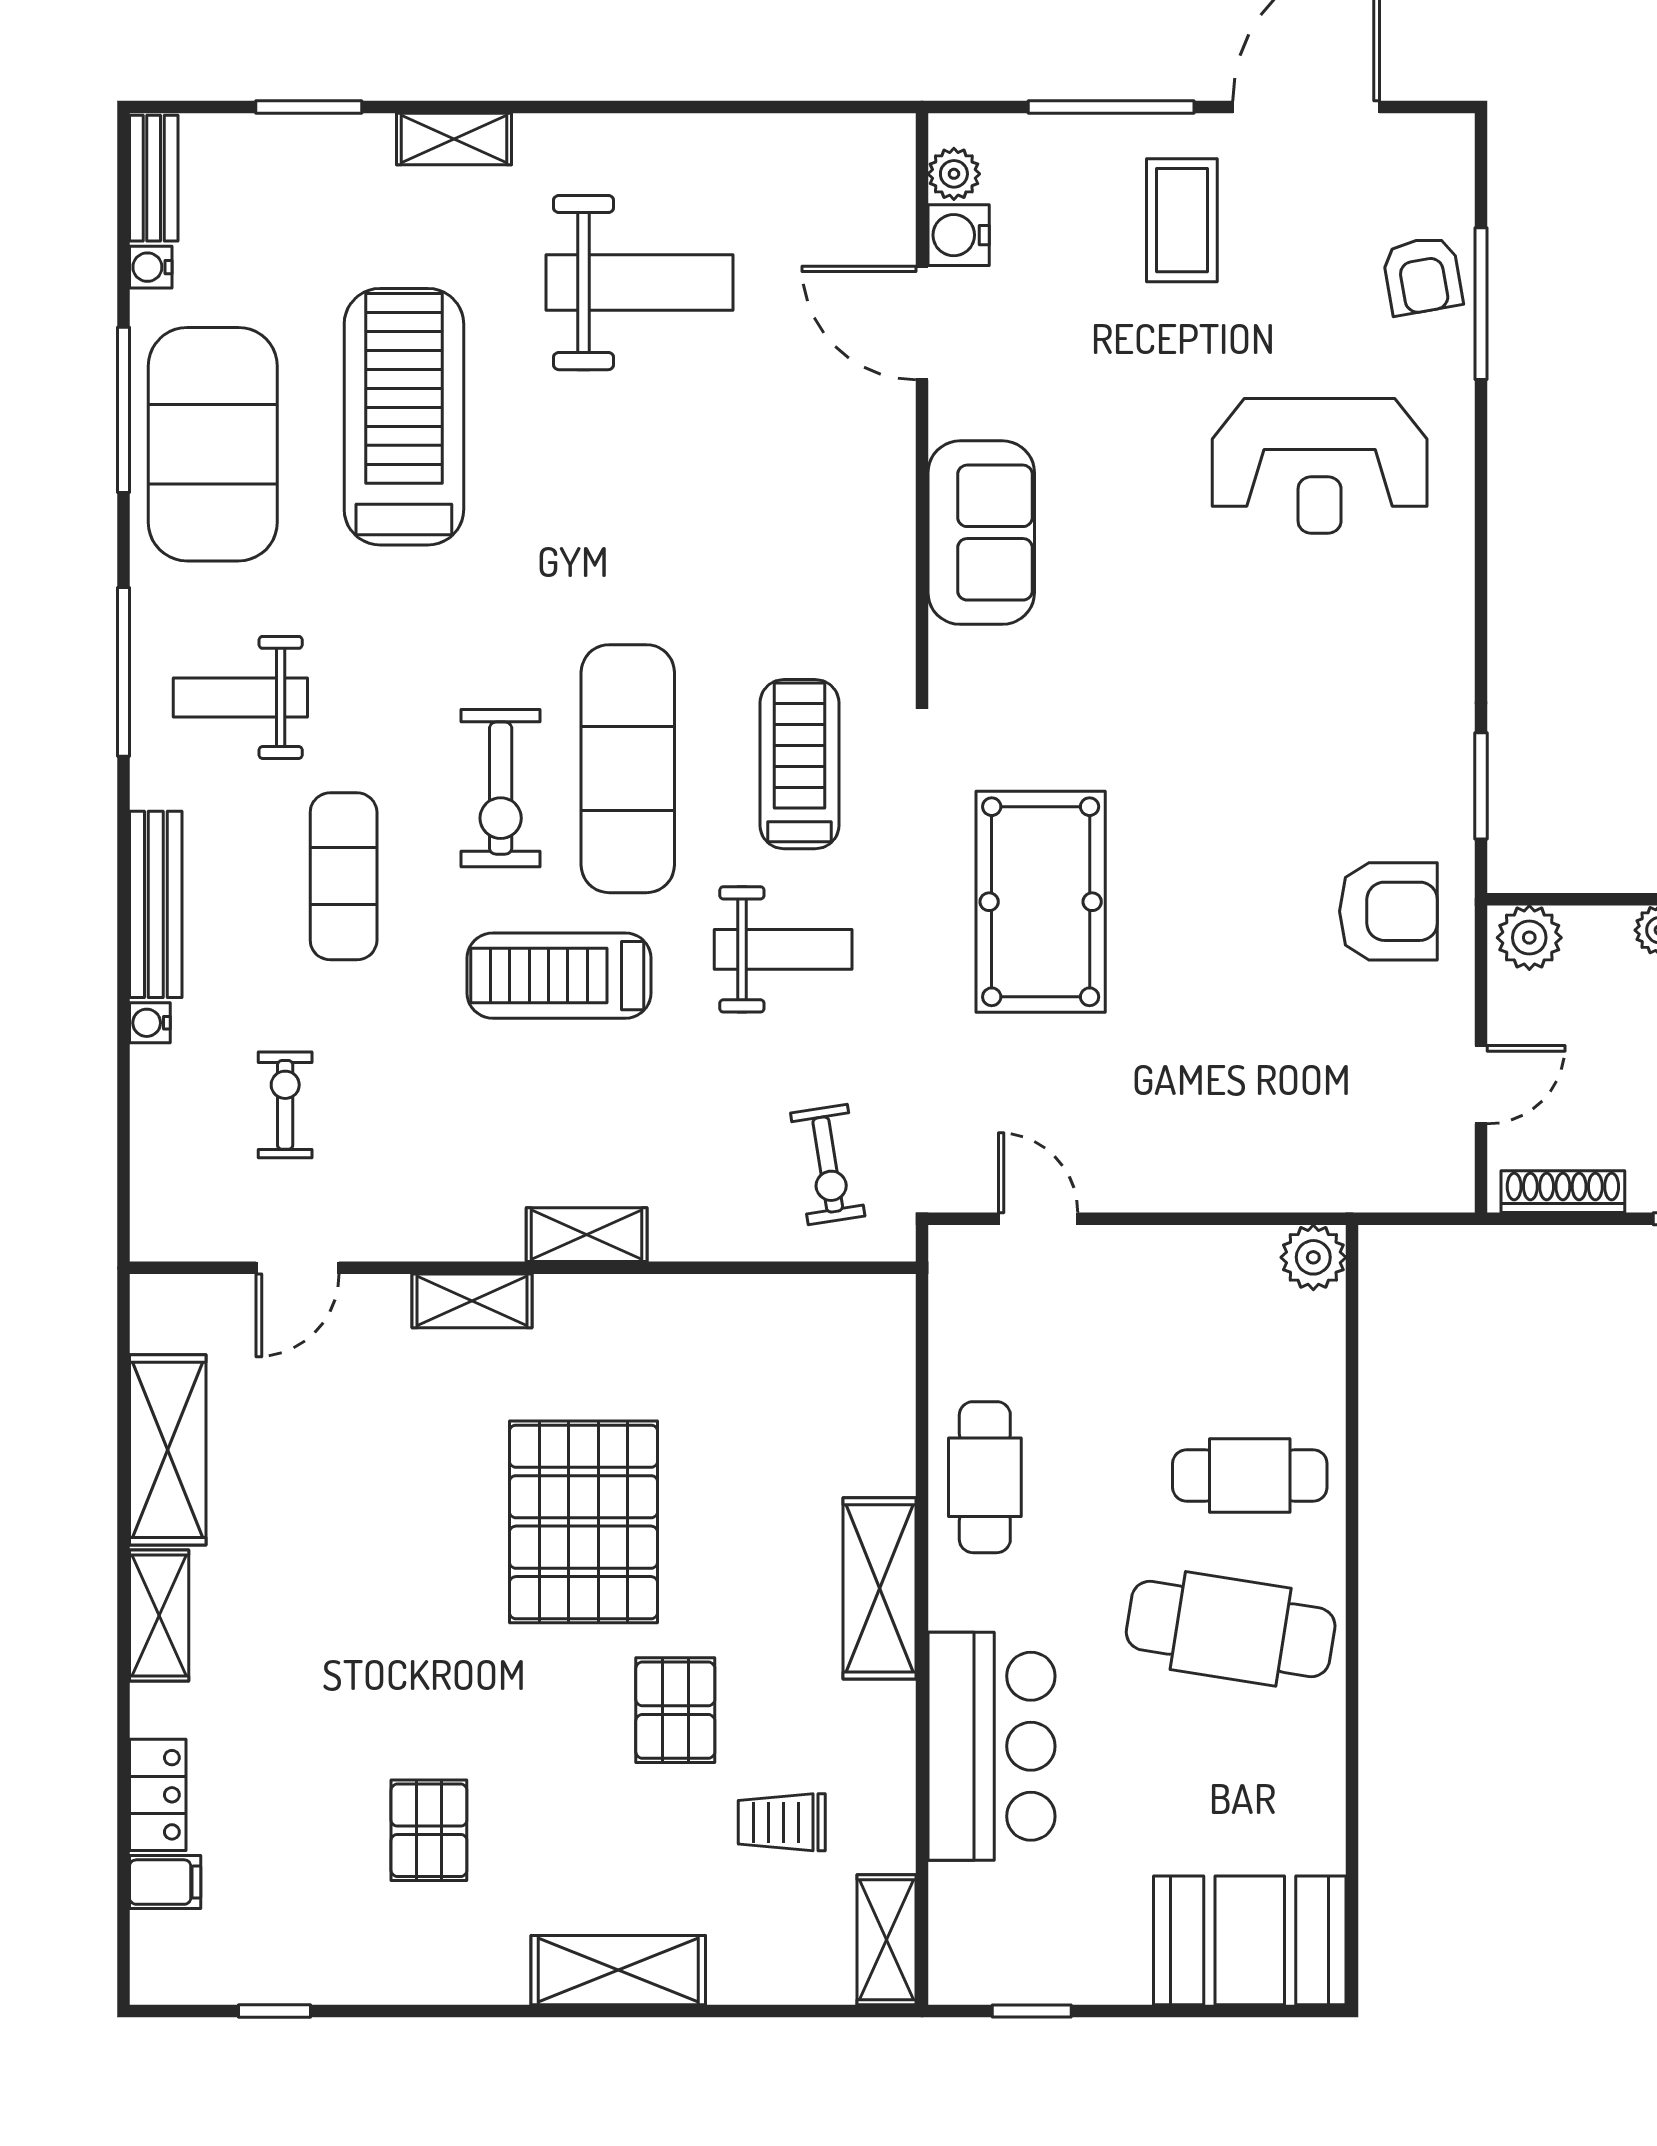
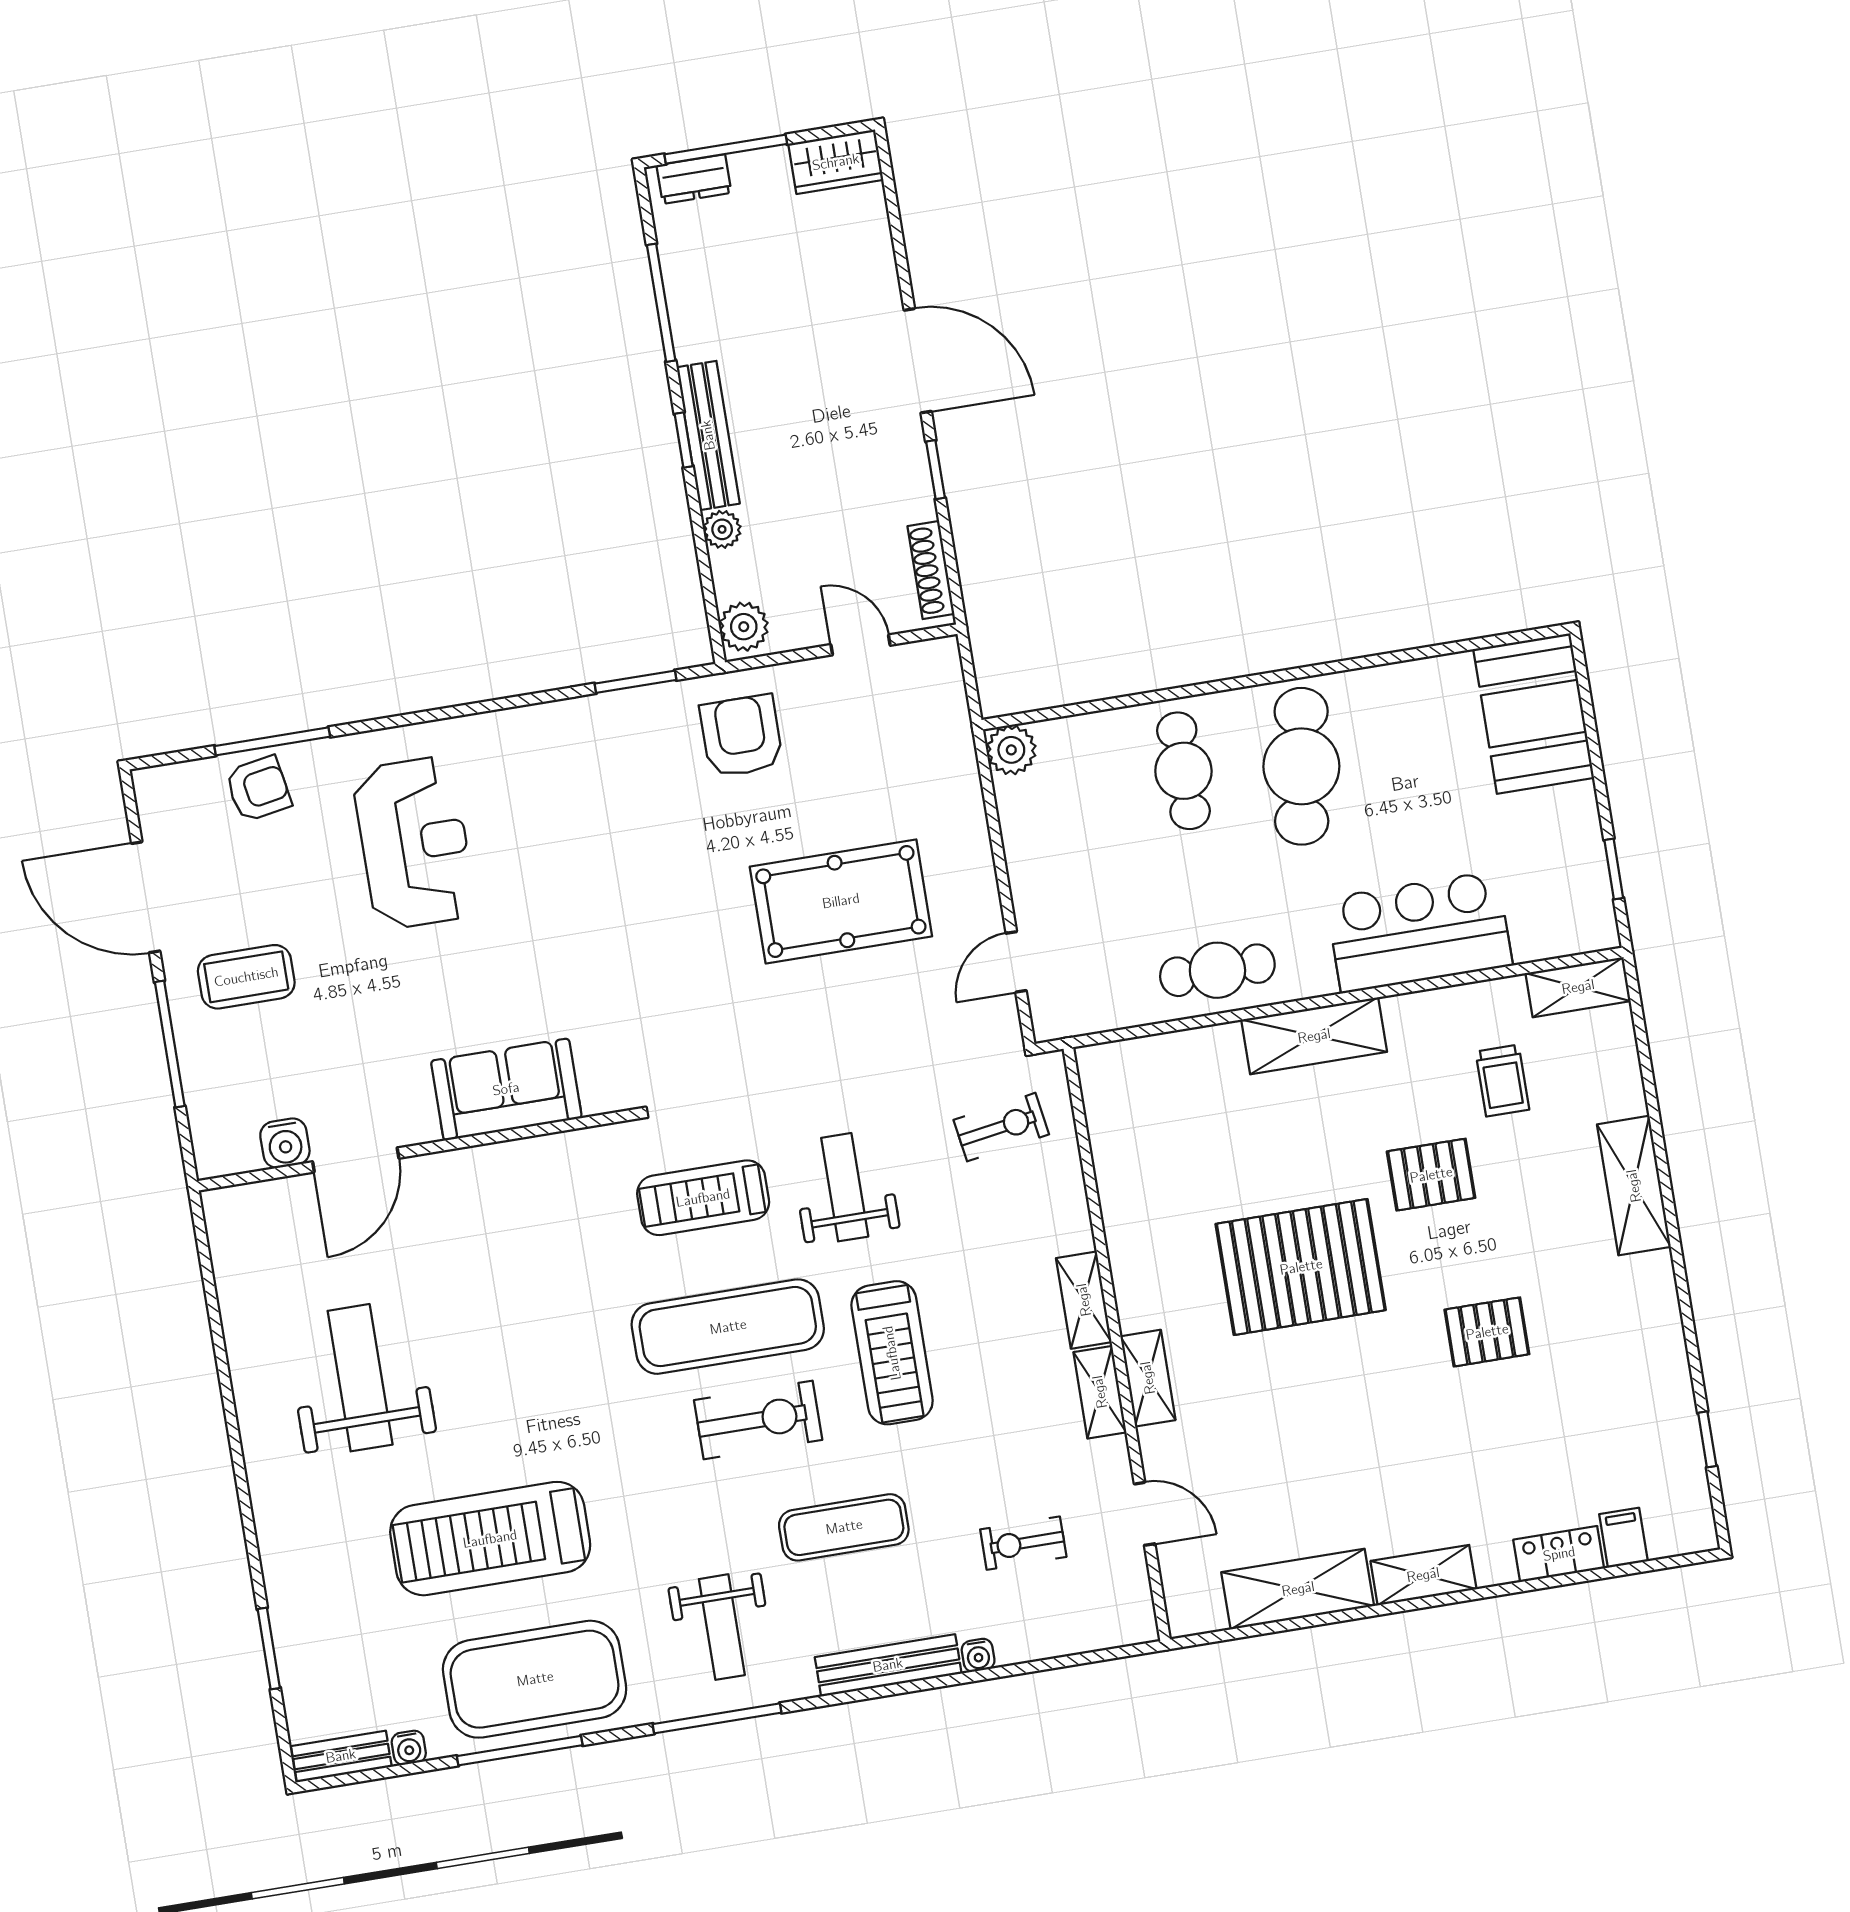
shelving: (454, 139) -> (1100, 1392), moved
plant: (954, 174) -> (239, 1154), removed
pool table: (1041, 902) -> (841, 901), moved
pallet: (429, 1830) -> (1487, 1332), moved

